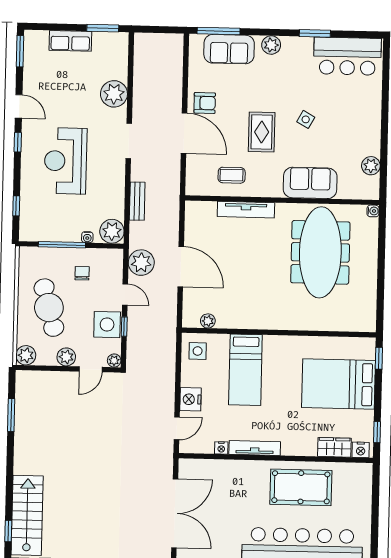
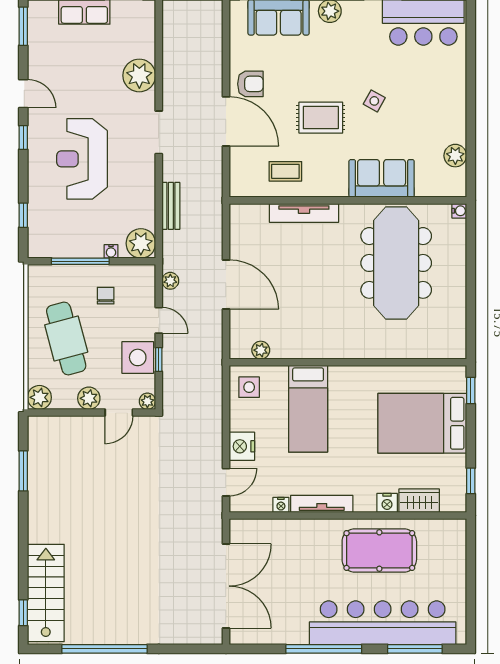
rug: (262, 132) -> (321, 118), turned 90
plant: (141, 263) -> (170, 281), width x0.53, depth x0.53
nightstand: (361, 450) -> (387, 503), moved

